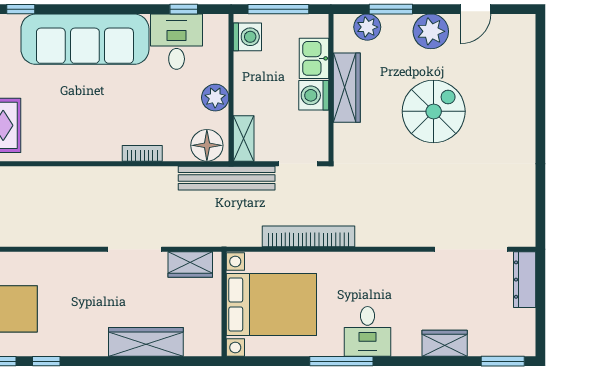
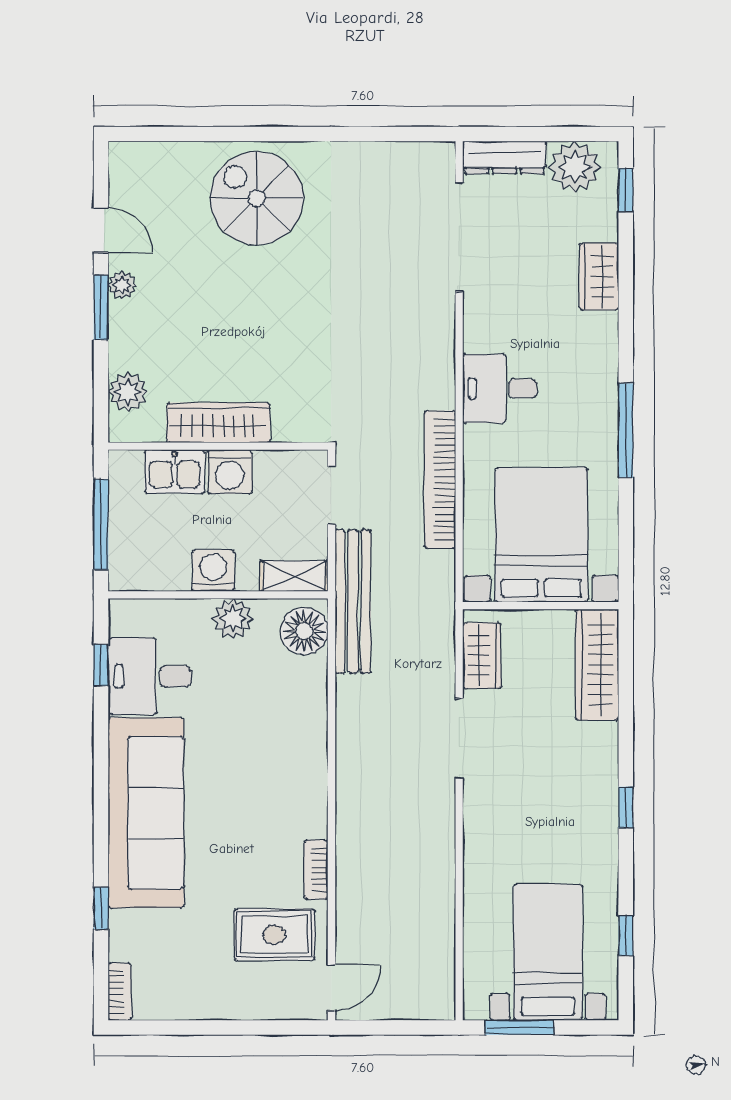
window: (391, 9) -> (101, 307), moved
plant: (431, 31) -> (122, 285), width x0.53, depth x0.53
washing machine: (247, 37) -> (213, 571), moved
spiral stairs: (434, 111) -> (257, 198), moved
bookcase: (142, 153) -> (316, 870), moved
plant: (518, 327) -> (575, 167), added
desk: (367, 331) -> (500, 388), moved, turned 180
wardrobe: (146, 342) -> (597, 665), moved
window: (46, 361) -> (626, 807), moved
window: (503, 361) -> (626, 190), width x0.67

